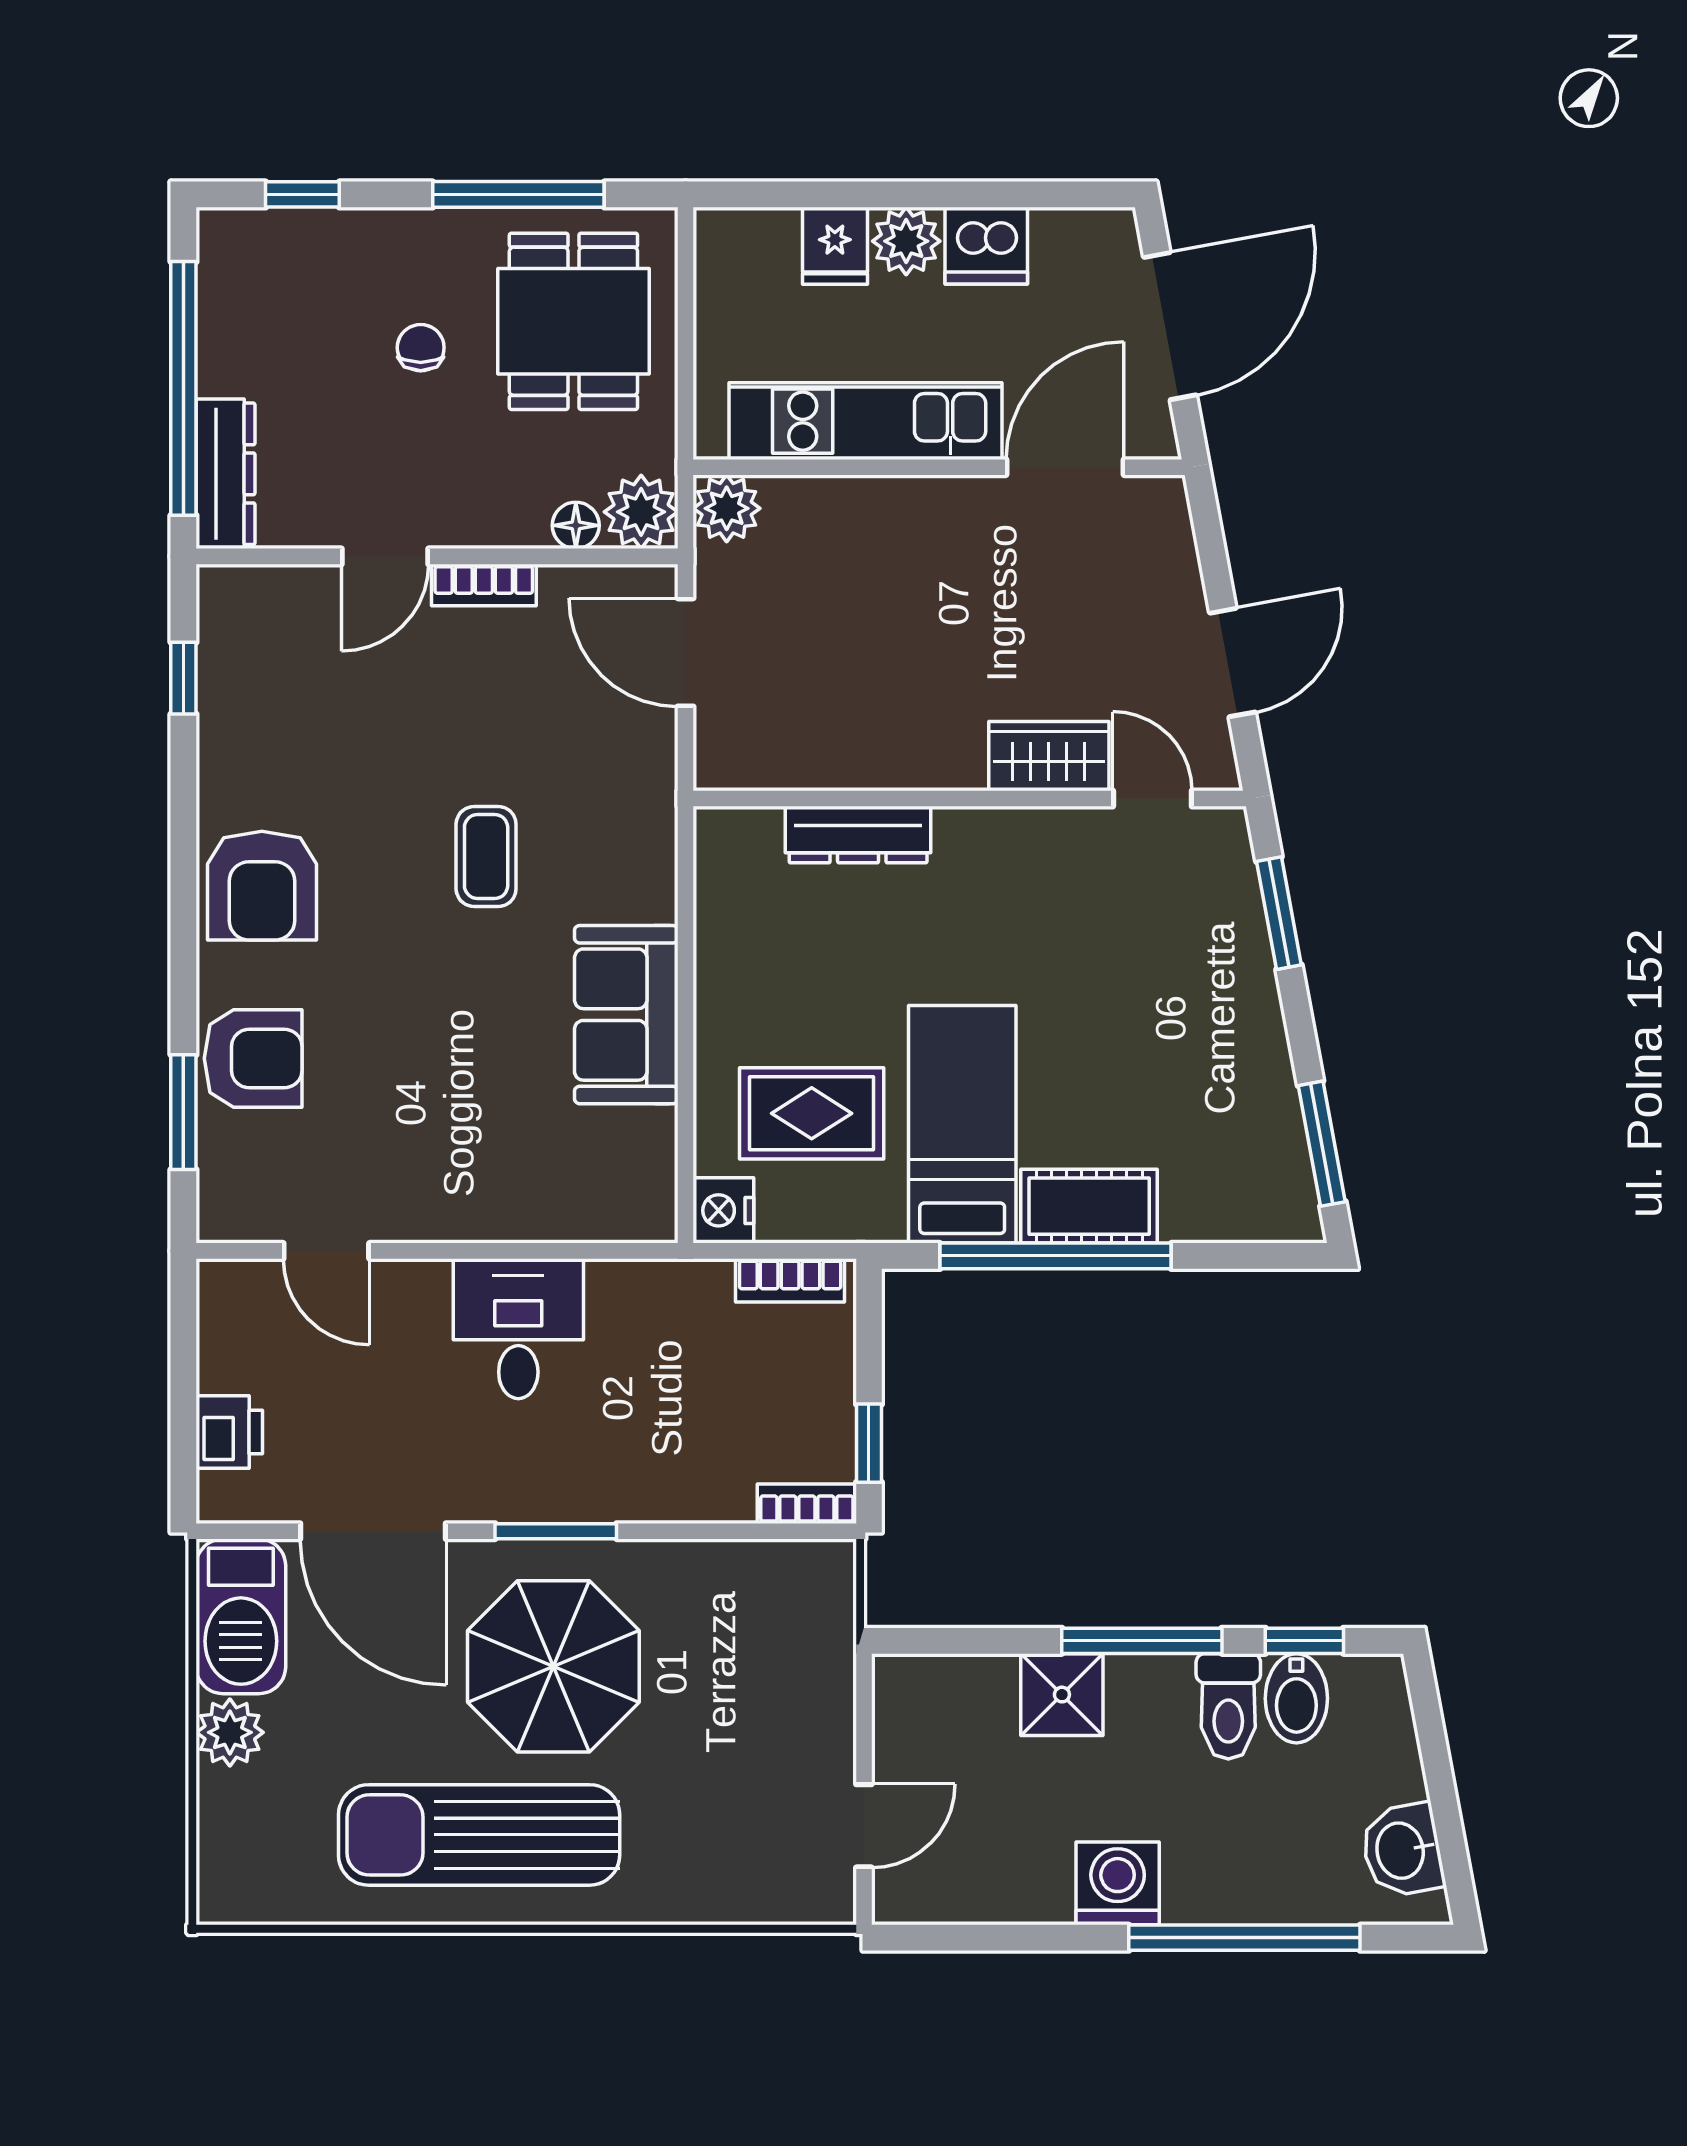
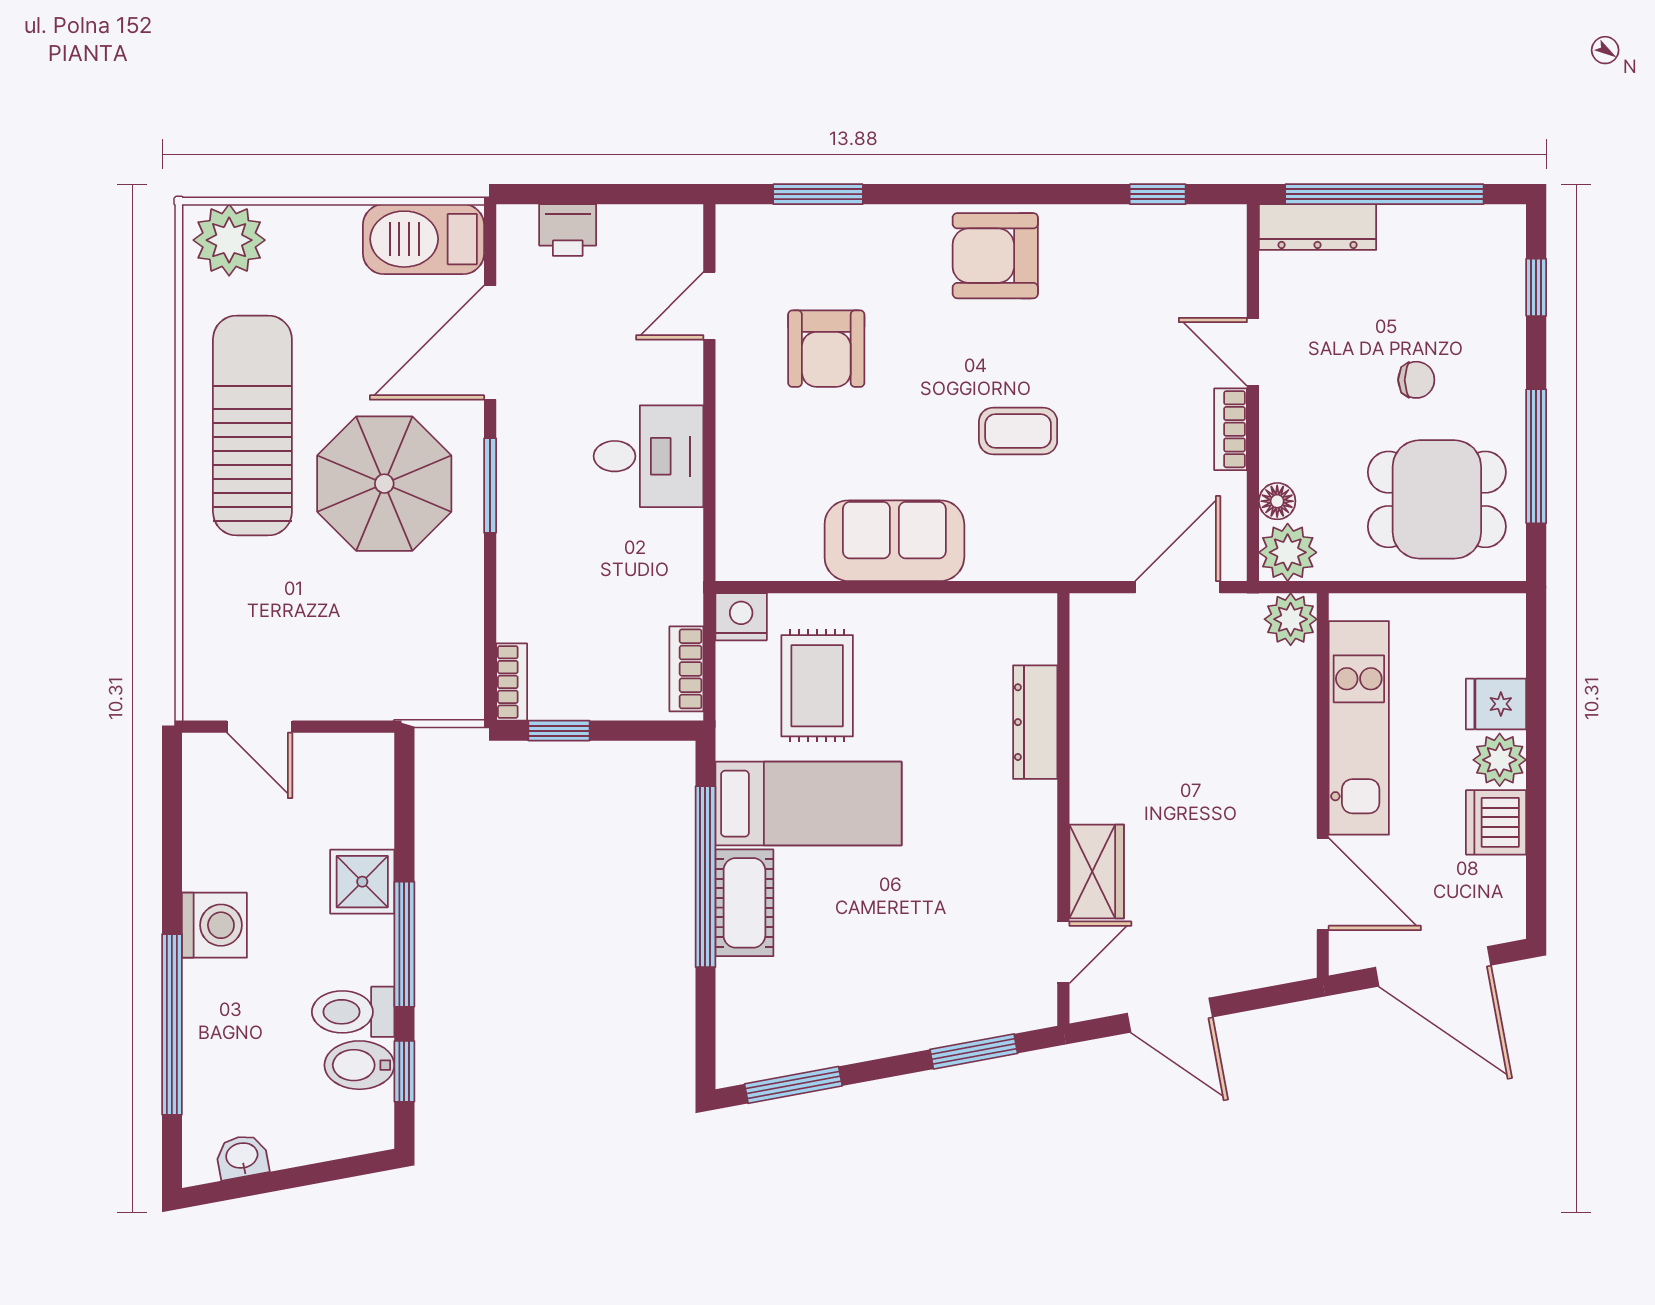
armchair: (253, 1058) -> (826, 349), moved
plant: (230, 1732) -> (229, 240), moved, width x1.36, depth x1.36
washbasin: (1402, 1850) -> (242, 1157), width x0.72, depth x0.69

